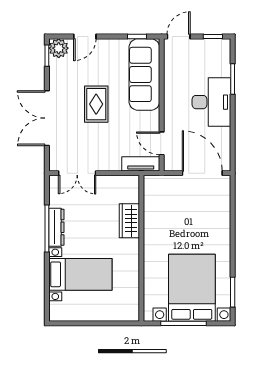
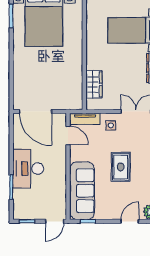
side table: (108, 156) -> (111, 125), added
wardrobe: (129, 221) -> (94, 84), moved

